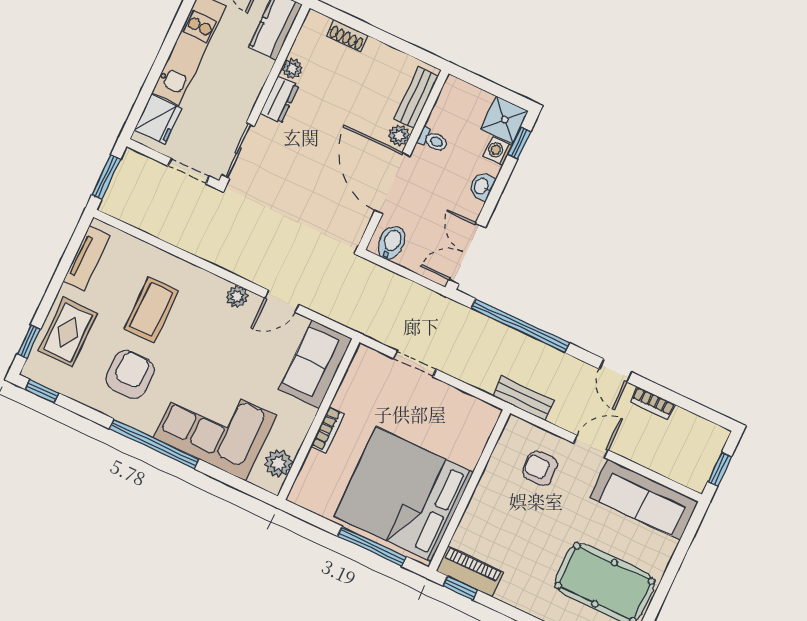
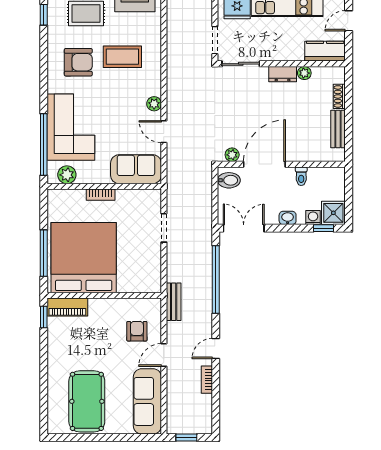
bench: (416, 98) -> (338, 129), moved, turned 90
plant: (399, 135) -> (232, 155), moved
window: (154, 444) -> (44, 144), moved
door: (591, 447) -> (164, 355), swing flipped
piano: (470, 571) -> (67, 307), moved, turned 90

